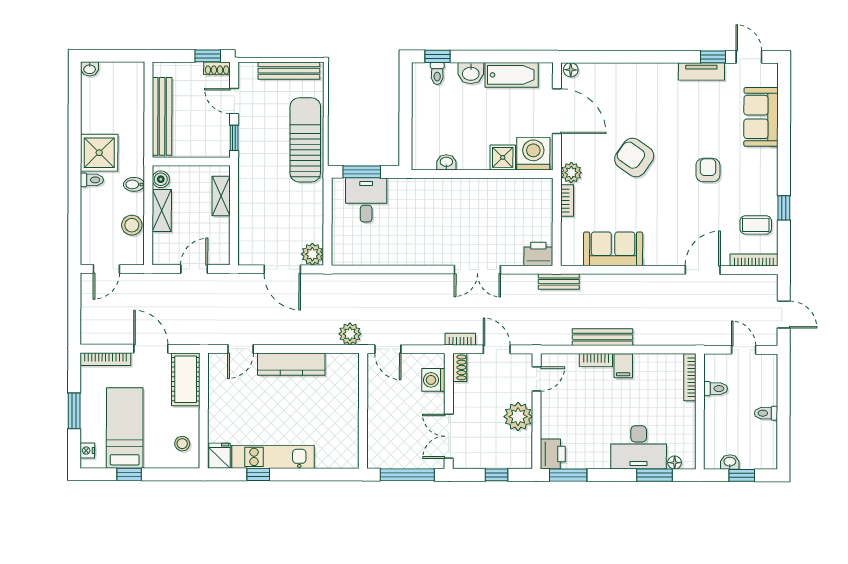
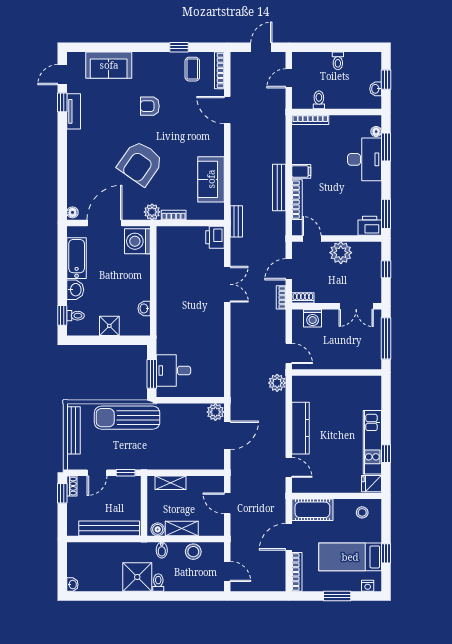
shower: (503, 157) -> (109, 326), moved
armchair: (634, 157) -> (140, 163), width x1.36, depth x1.36
door: (388, 349) -> (289, 353), hinge flipped
bookcase: (596, 360) -> (297, 200), width x1.56

